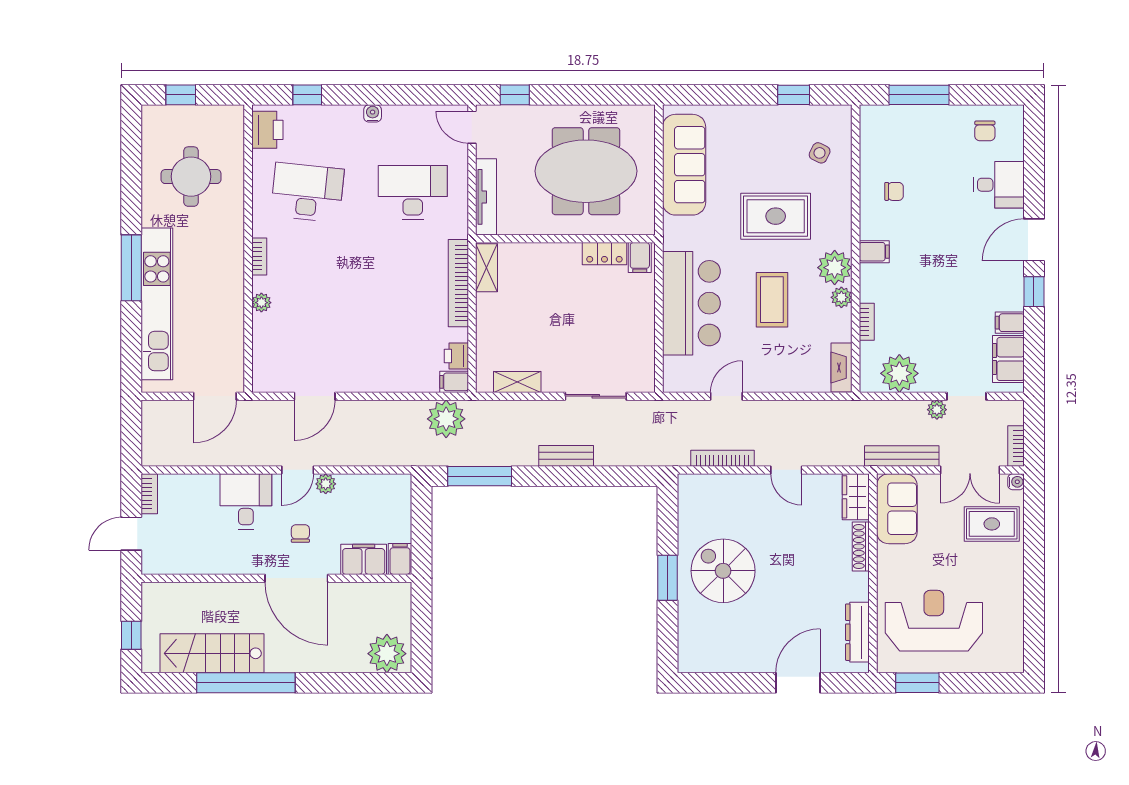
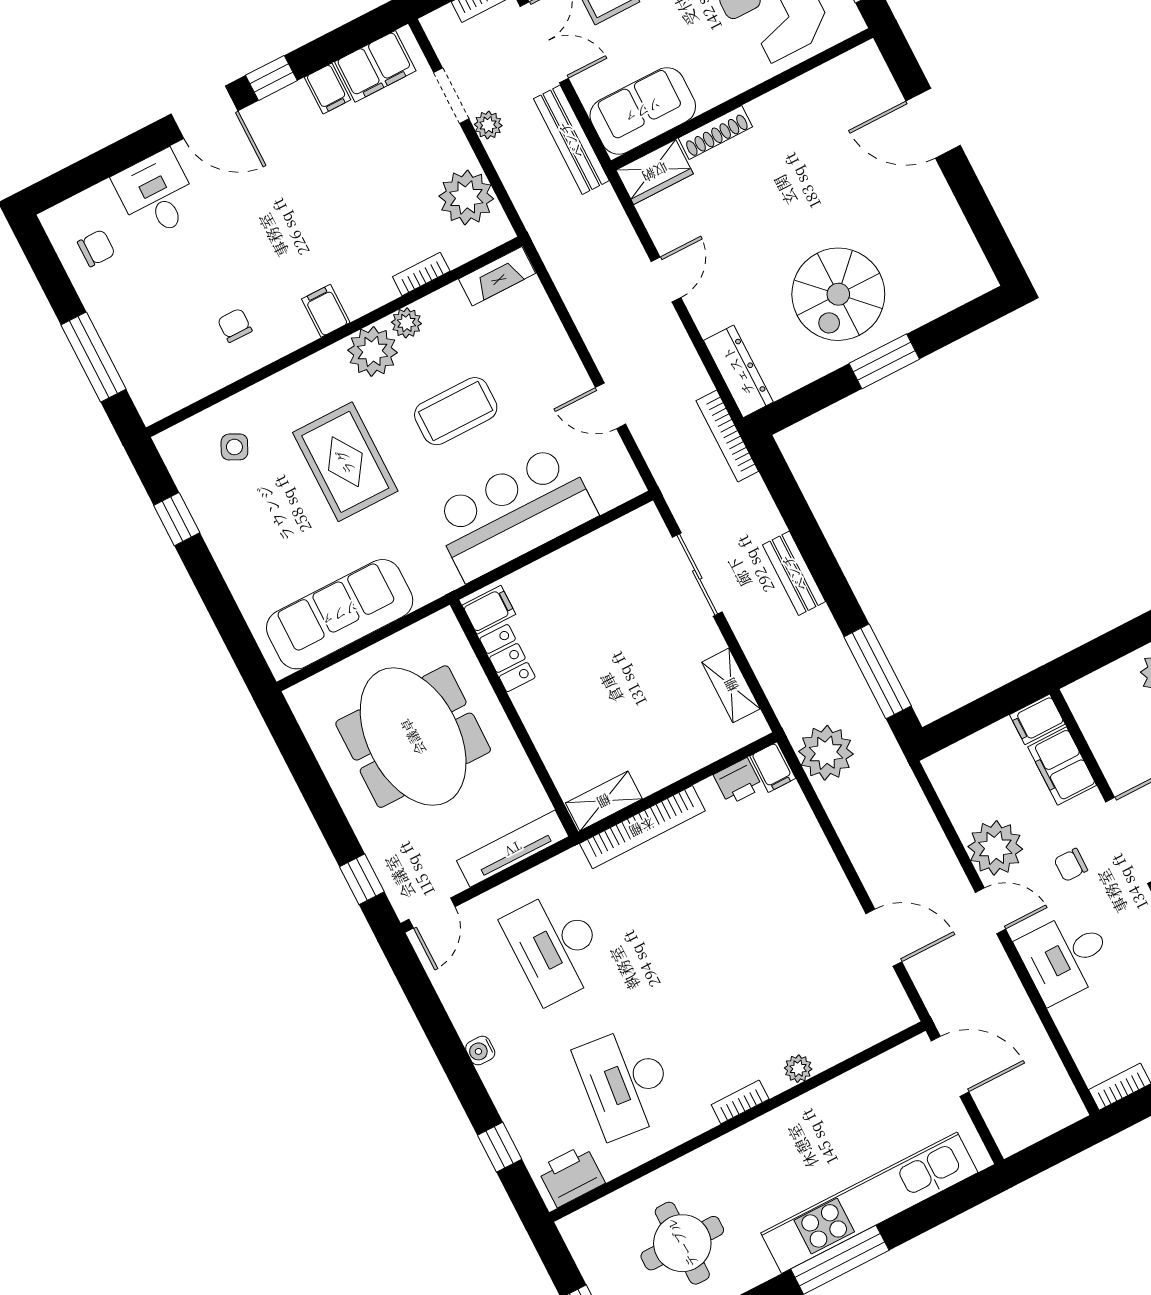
bookcase: (723, 458) -> (727, 436), moved
plant: (326, 484) -> (995, 848), width x1.87, depth x1.87
dresser: (857, 632) -> (738, 371), moved, turned -90

